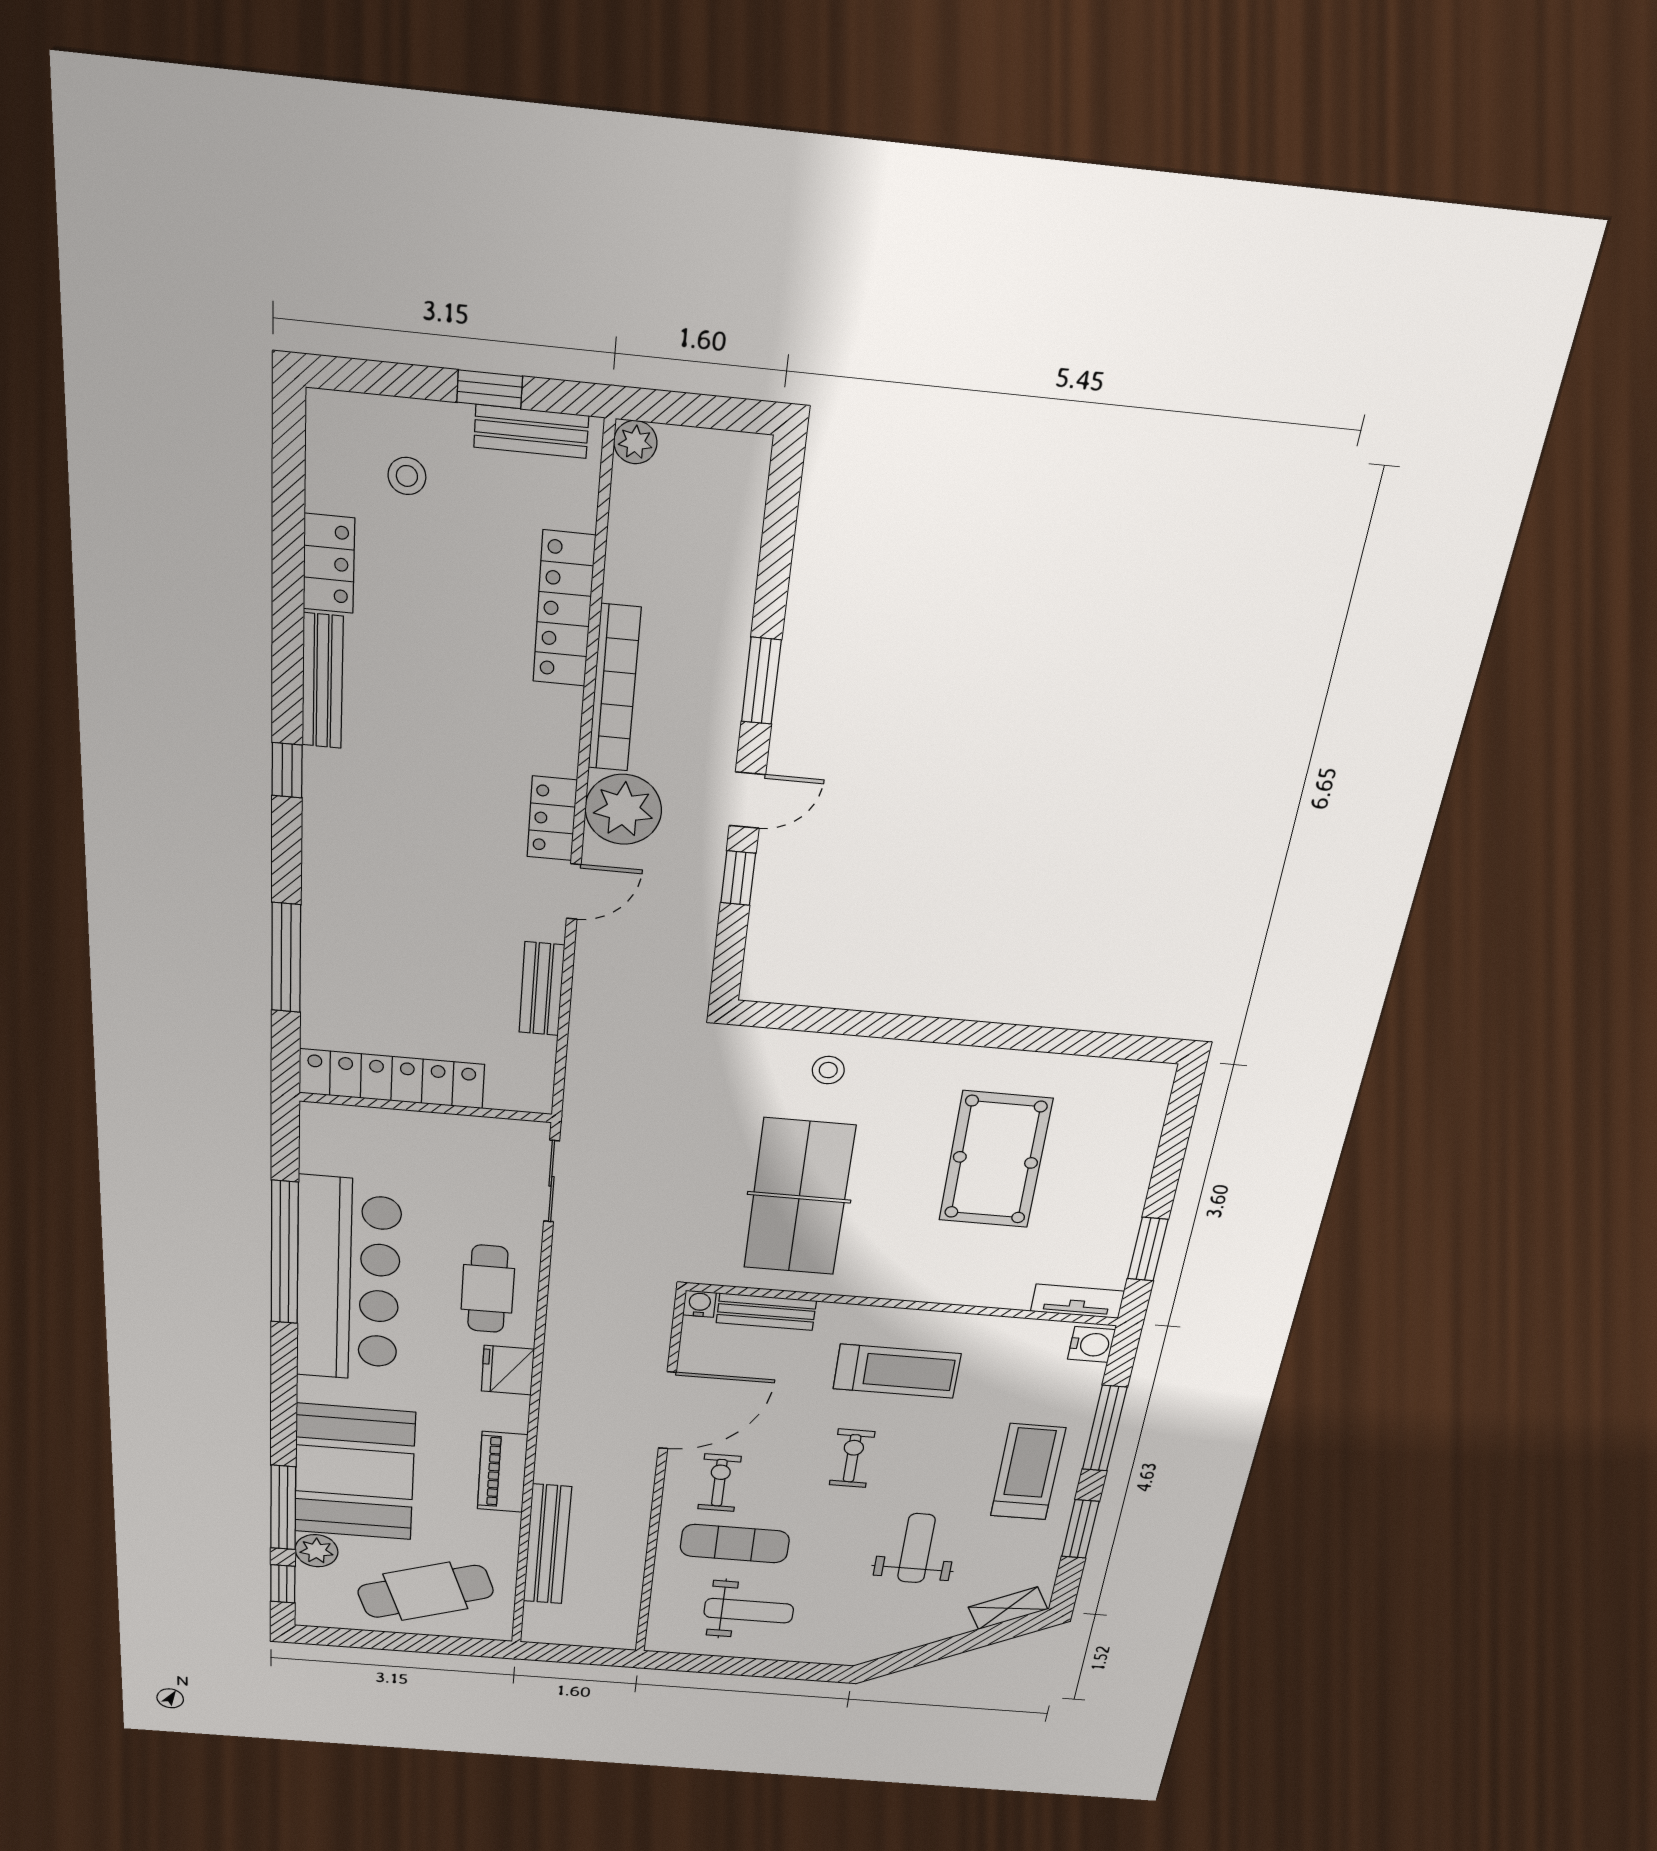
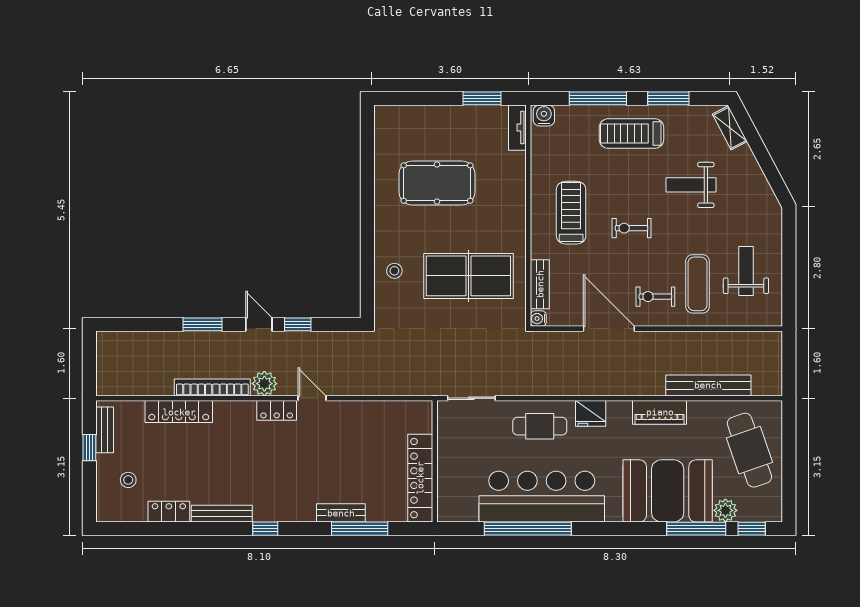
plant: (635, 442) -> (105, 387), removed
plant: (623, 809) -> (264, 384), width x0.73, depth x0.73
bench: (542, 989) -> (341, 513), moved

